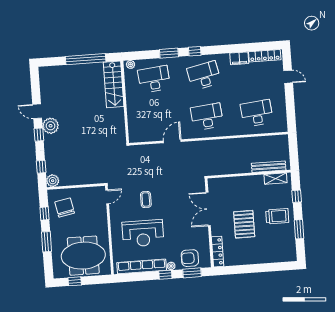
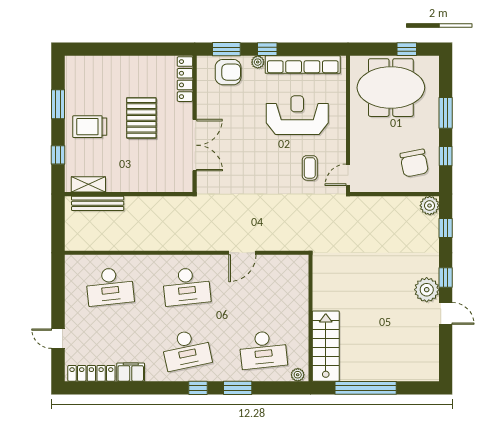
coffee table: (146, 200) -> (310, 168), moved

